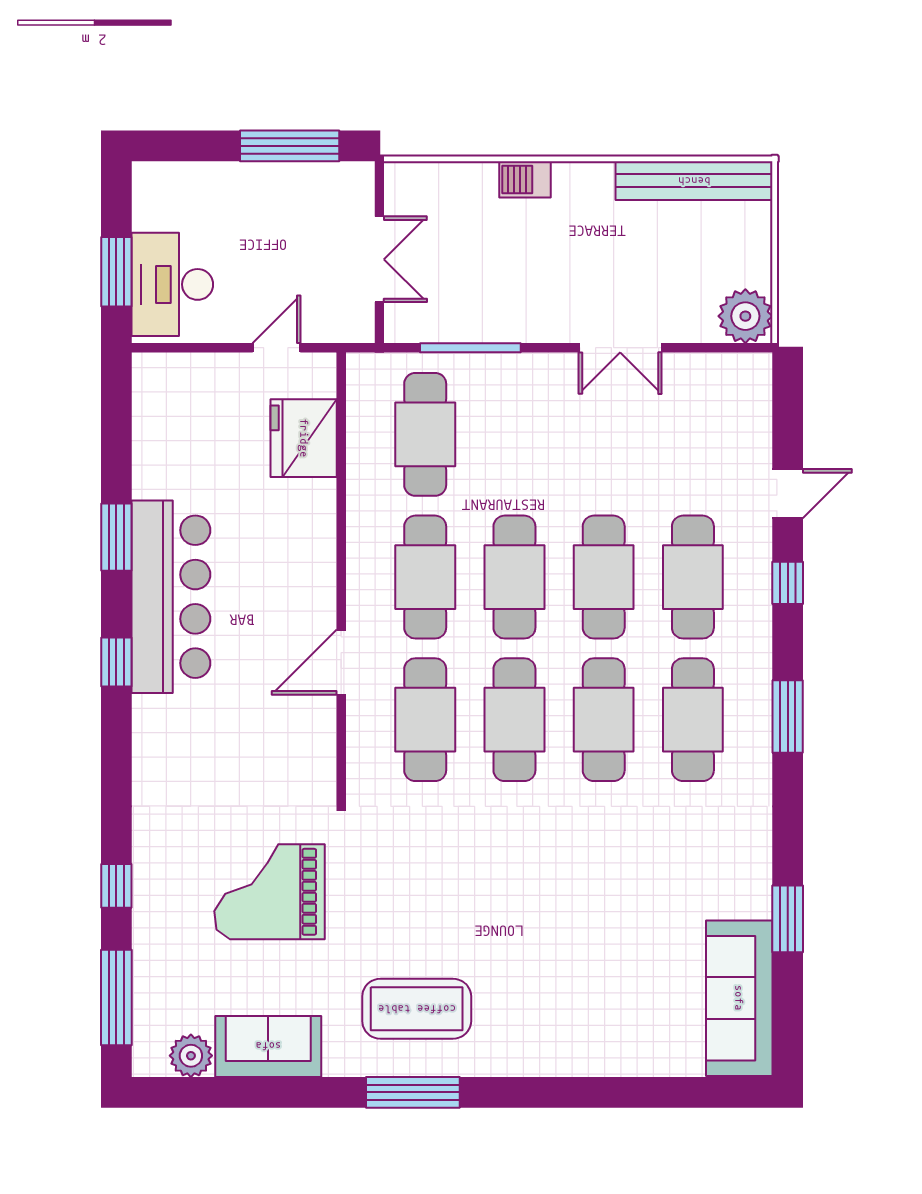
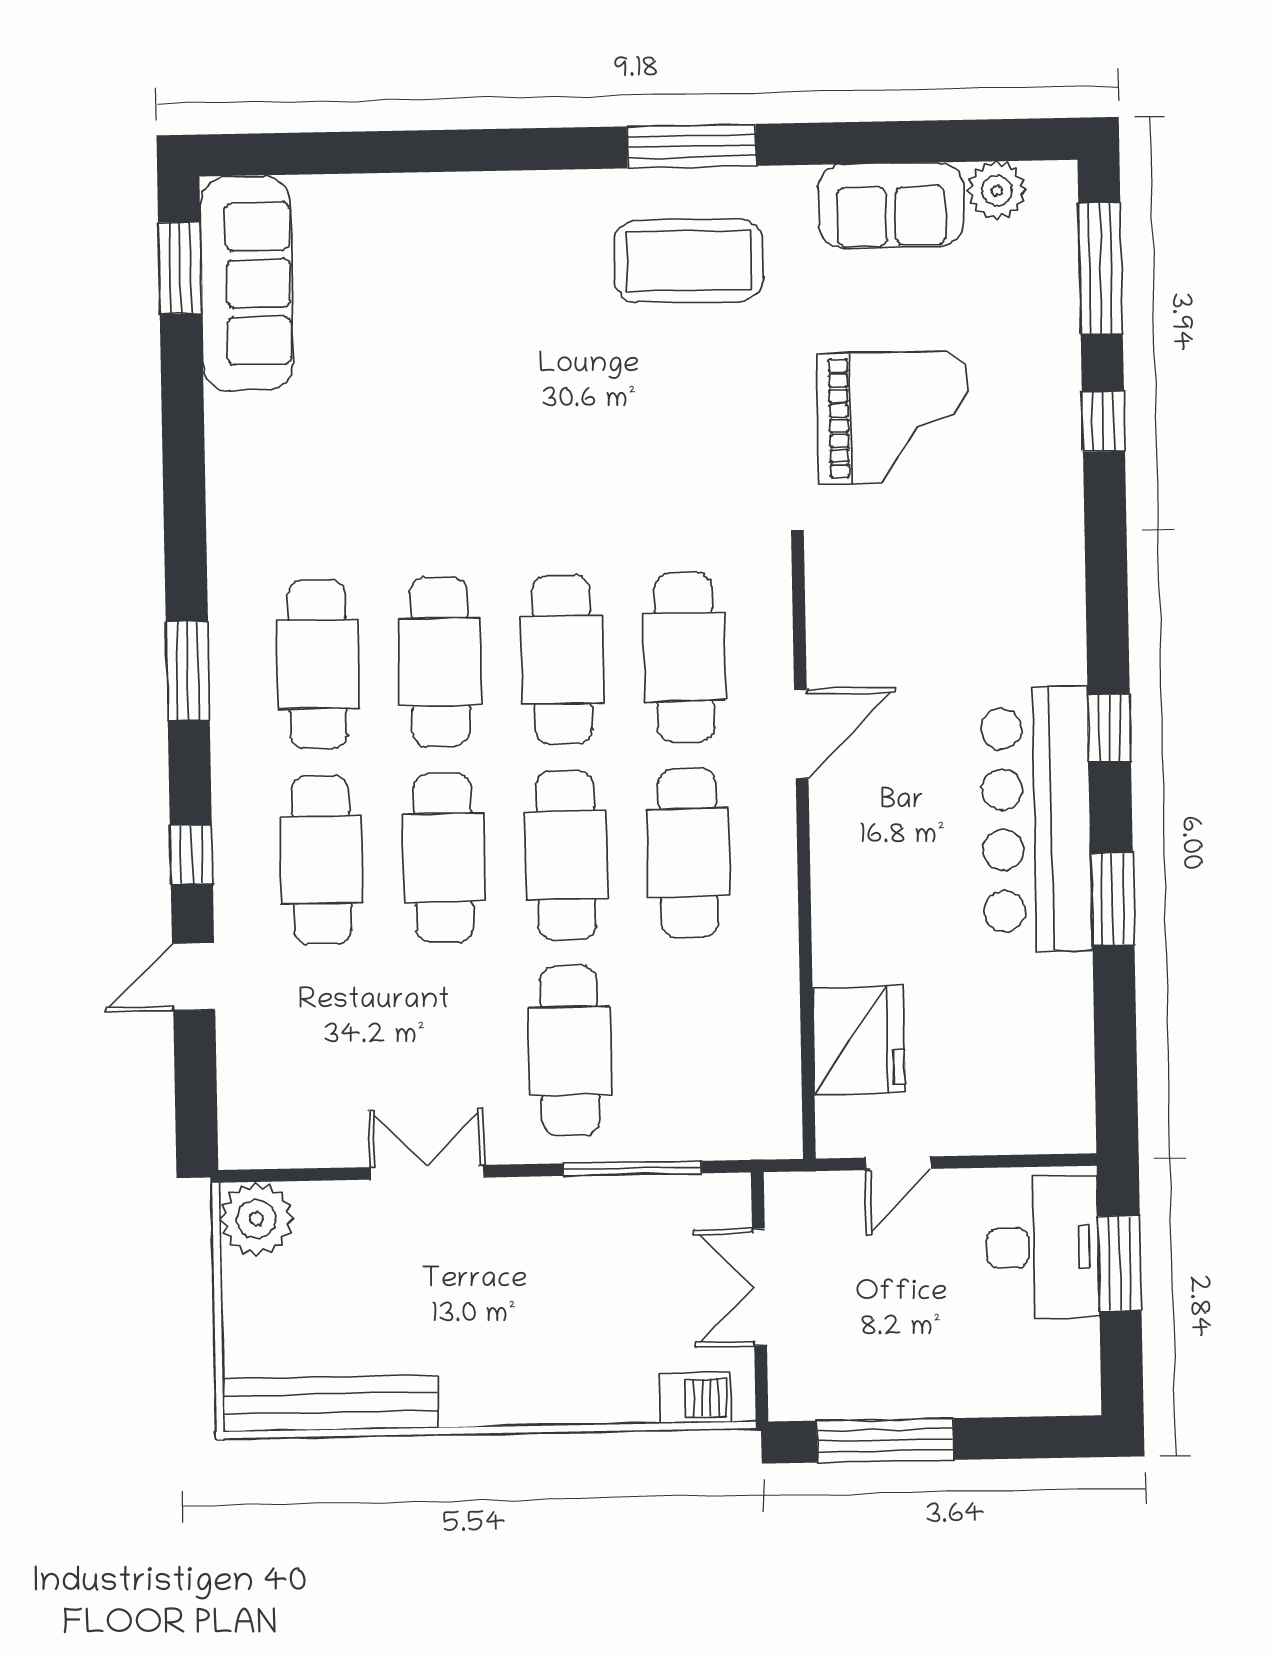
barbecue: (525, 179) -> (695, 1398), moved
cafe table: (425, 434) -> (570, 1051), moved
window: (788, 919) -> (180, 268), moved

